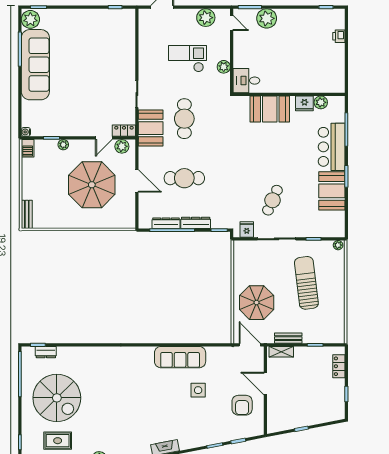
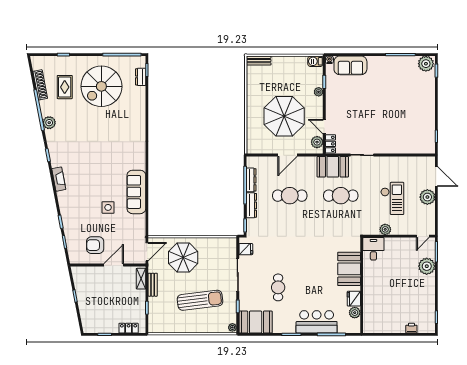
plant: (206, 18) -> (427, 197), moved
sofa: (35, 65) -> (350, 65), moved, width x0.54, depth x0.79
cafe table: (184, 178) -> (290, 196), turned 90
booth: (332, 191) -> (256, 322), moved
cafe table: (272, 200) -> (278, 287), moved, turned 66

